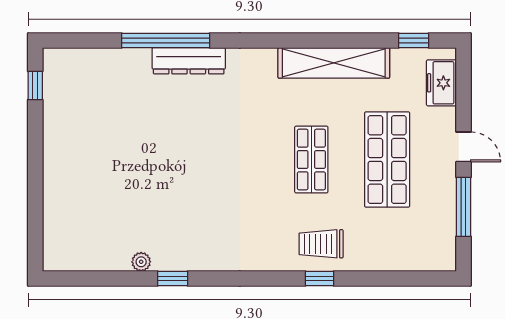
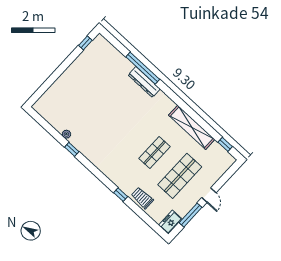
freezer: (441, 83) -> (170, 222), moved
trolley: (321, 244) -> (142, 198), moved

